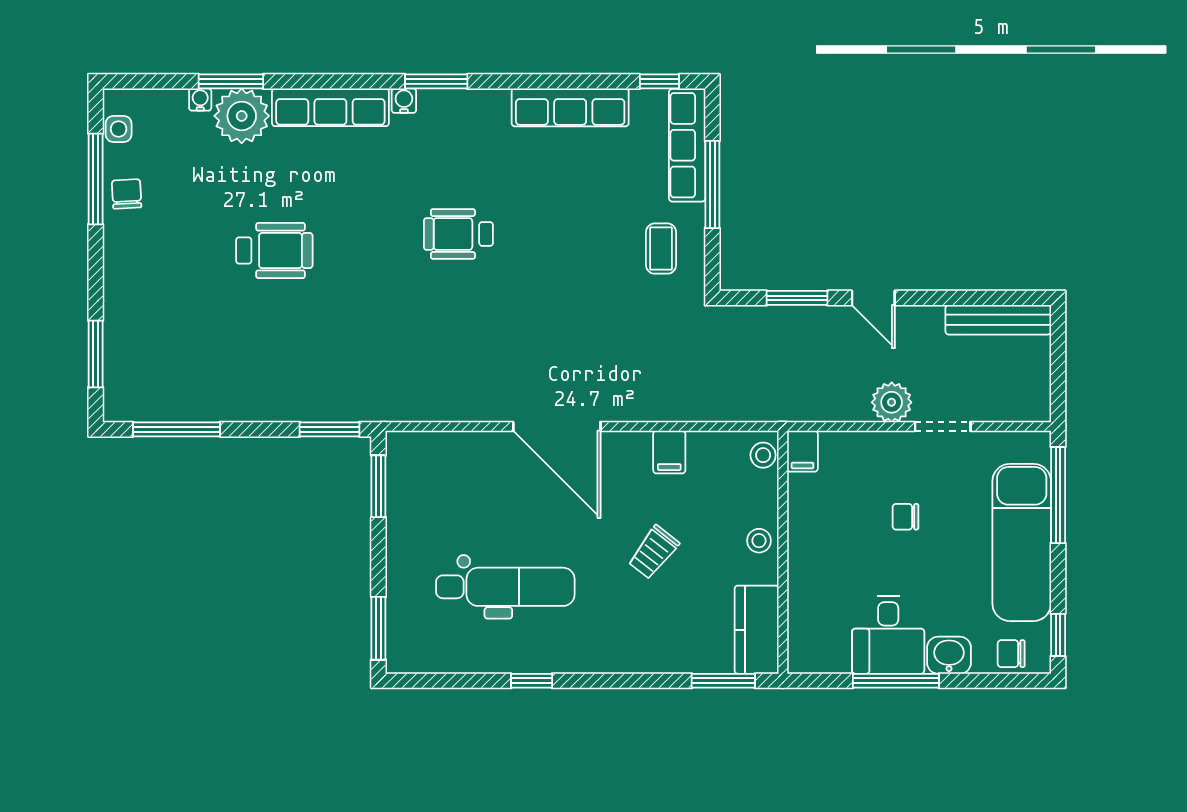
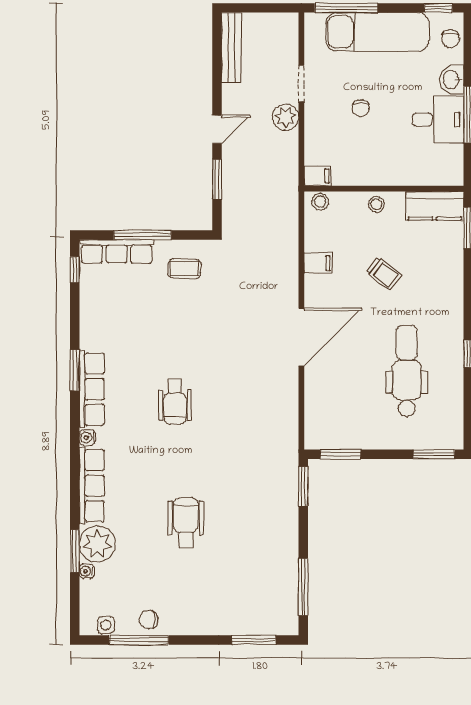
window: (436, 81) -> (75, 370), moved
row of seats: (570, 107) -> (92, 389), moved

